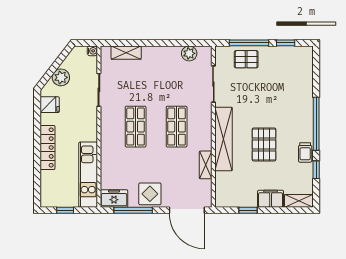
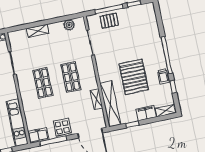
shelving: (126, 53) -> (38, 31), moved
shelving: (224, 139) -> (110, 104), moved
pallet: (264, 144) -> (134, 77), width x1.37, depth x1.41

